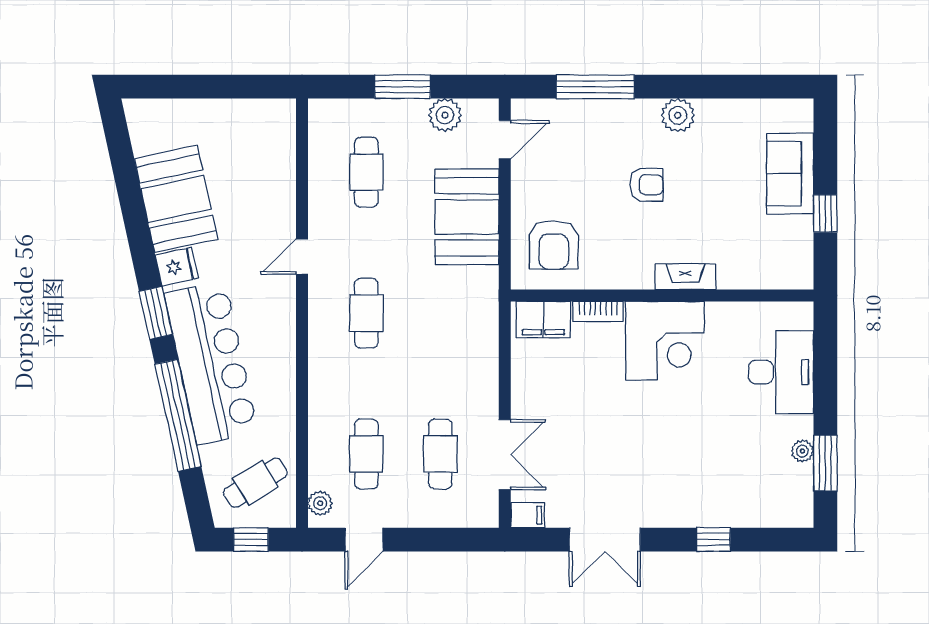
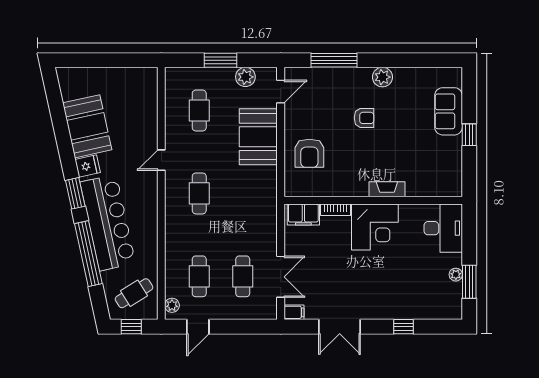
fireplace: (685, 277) -> (387, 189), moved
wall: (662, 295) -> (373, 200), moved
bookcase: (598, 311) -> (336, 210), moved
filing cabinet: (543, 320) -> (303, 214), moved
corner desk: (665, 341) -> (375, 227), moved

